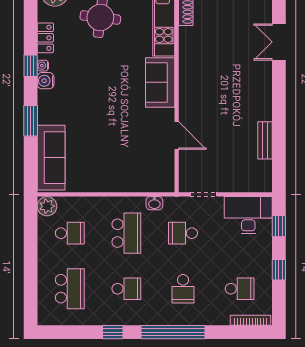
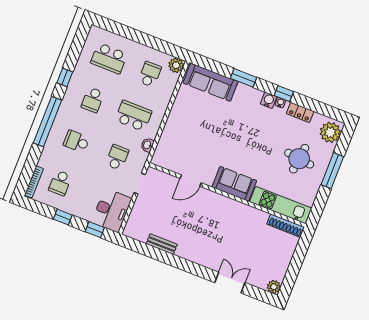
school desk: (70, 233) -> (150, 74), turned 180
school desk: (126, 233) -> (133, 116), turned 180

